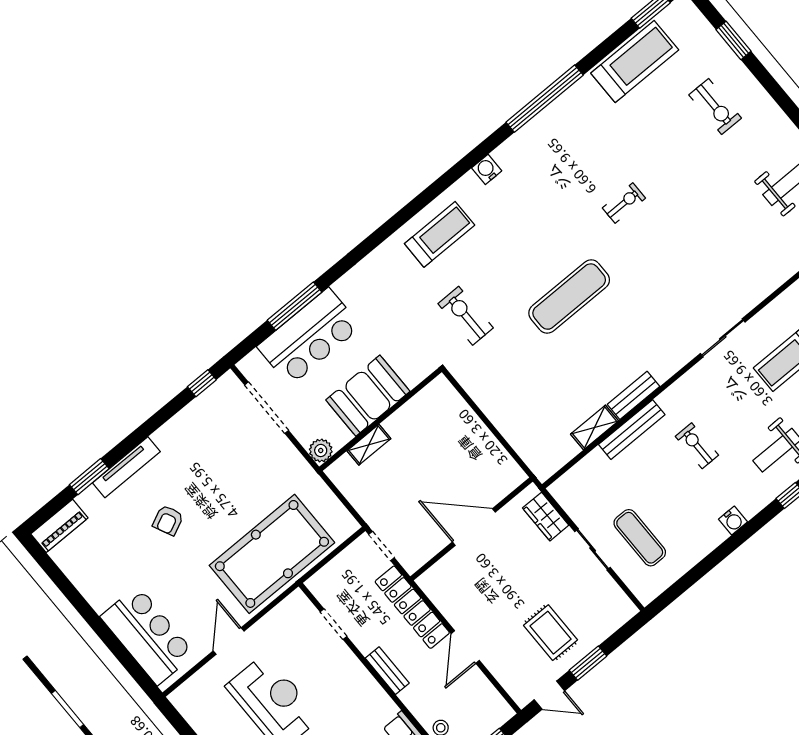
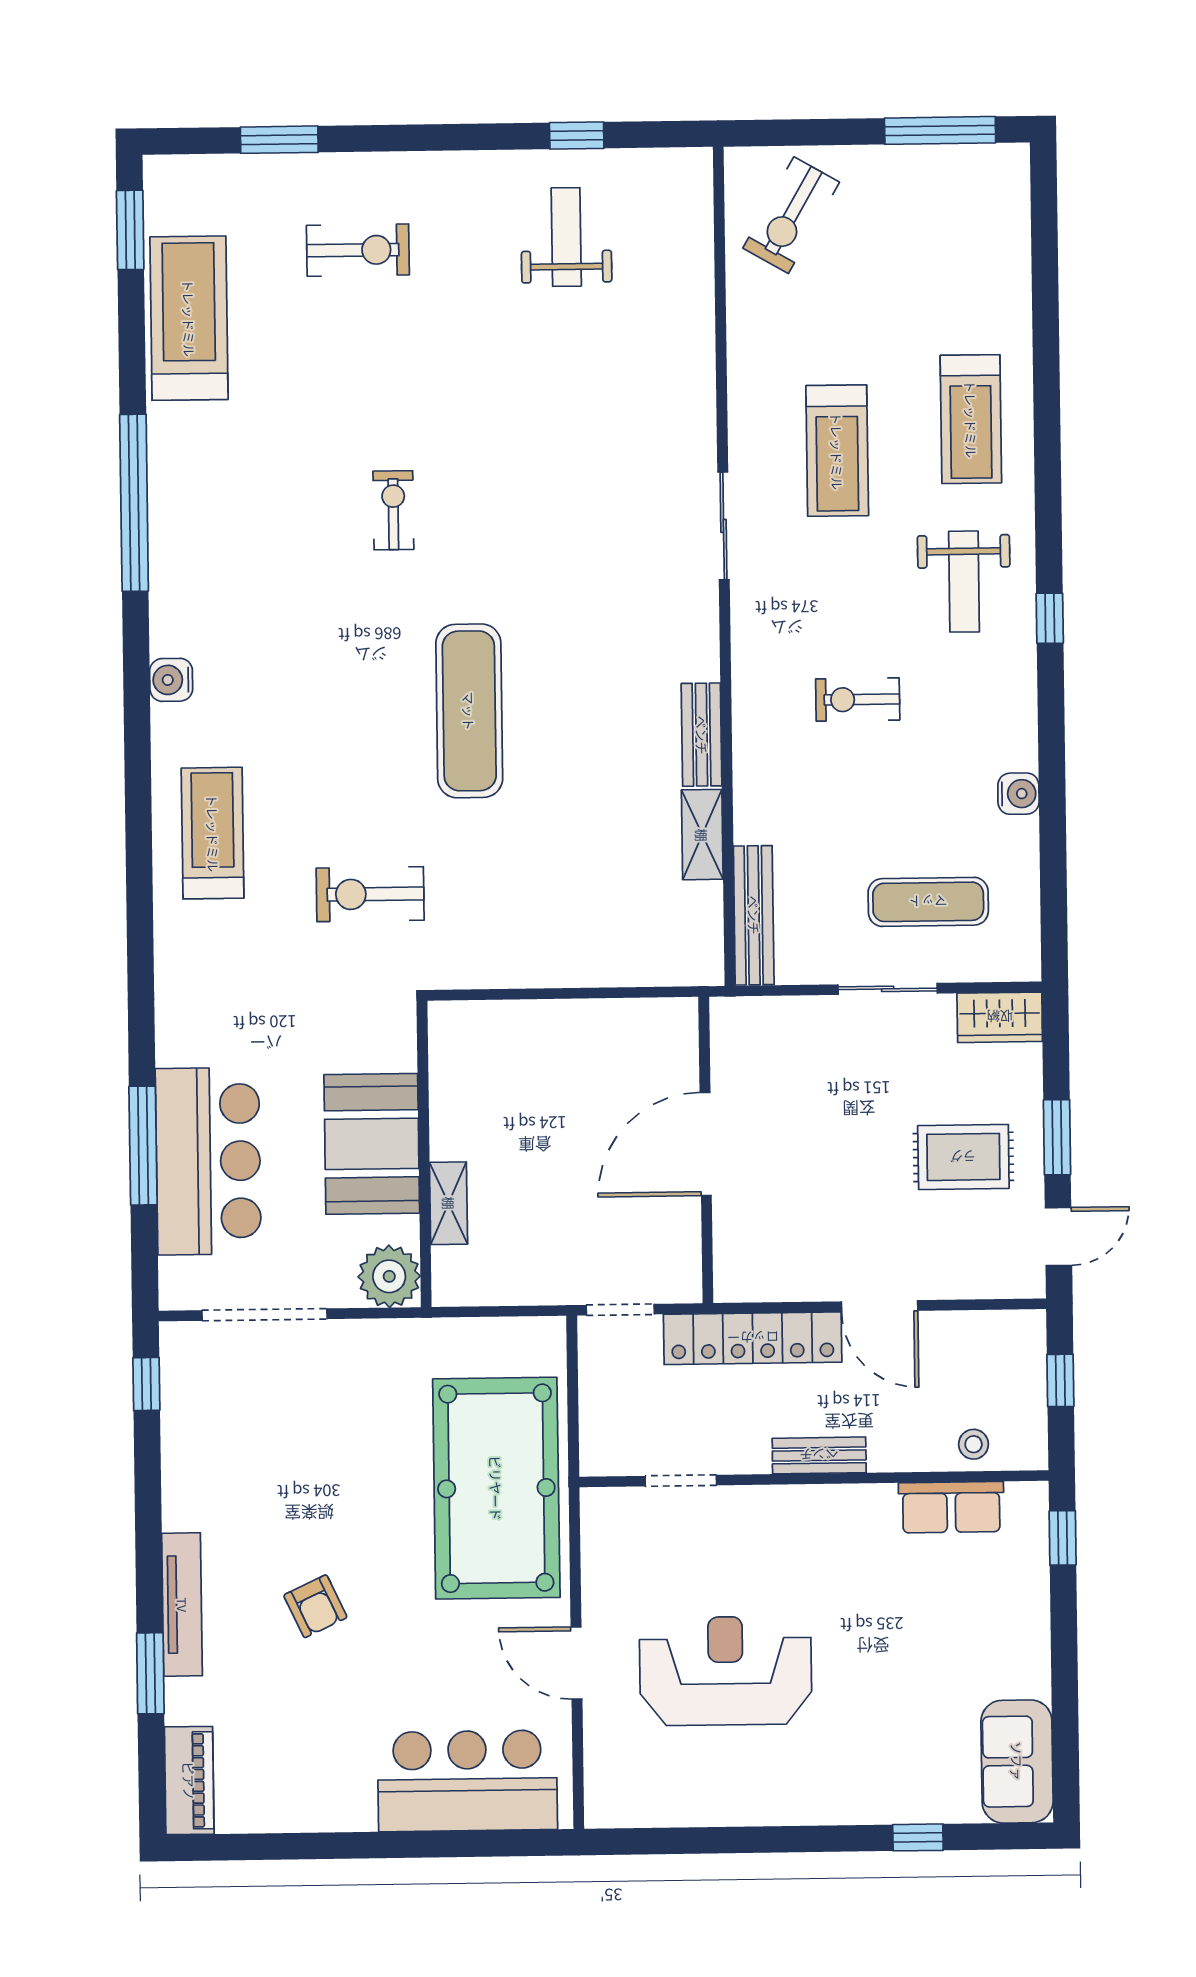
bench: (632, 430) -> (754, 915), moved
plant: (321, 450) -> (389, 1276), width x1.36, depth x1.36
wardrobe: (546, 517) -> (1000, 1017), moved
water cooler: (733, 521) -> (1018, 794), moved

